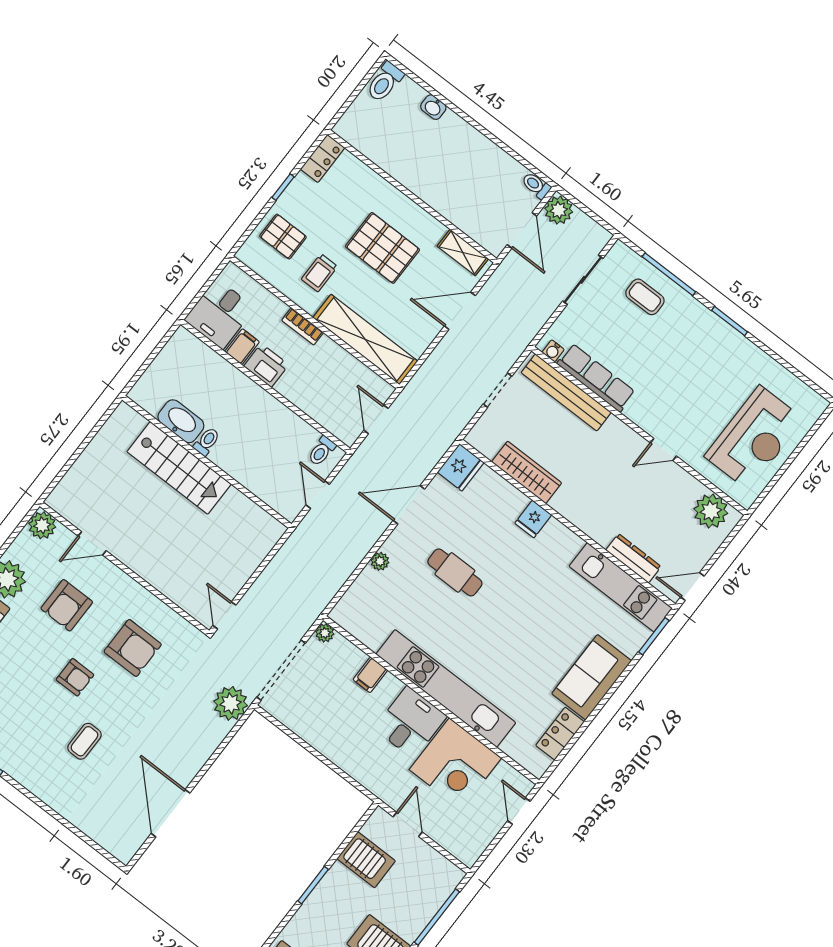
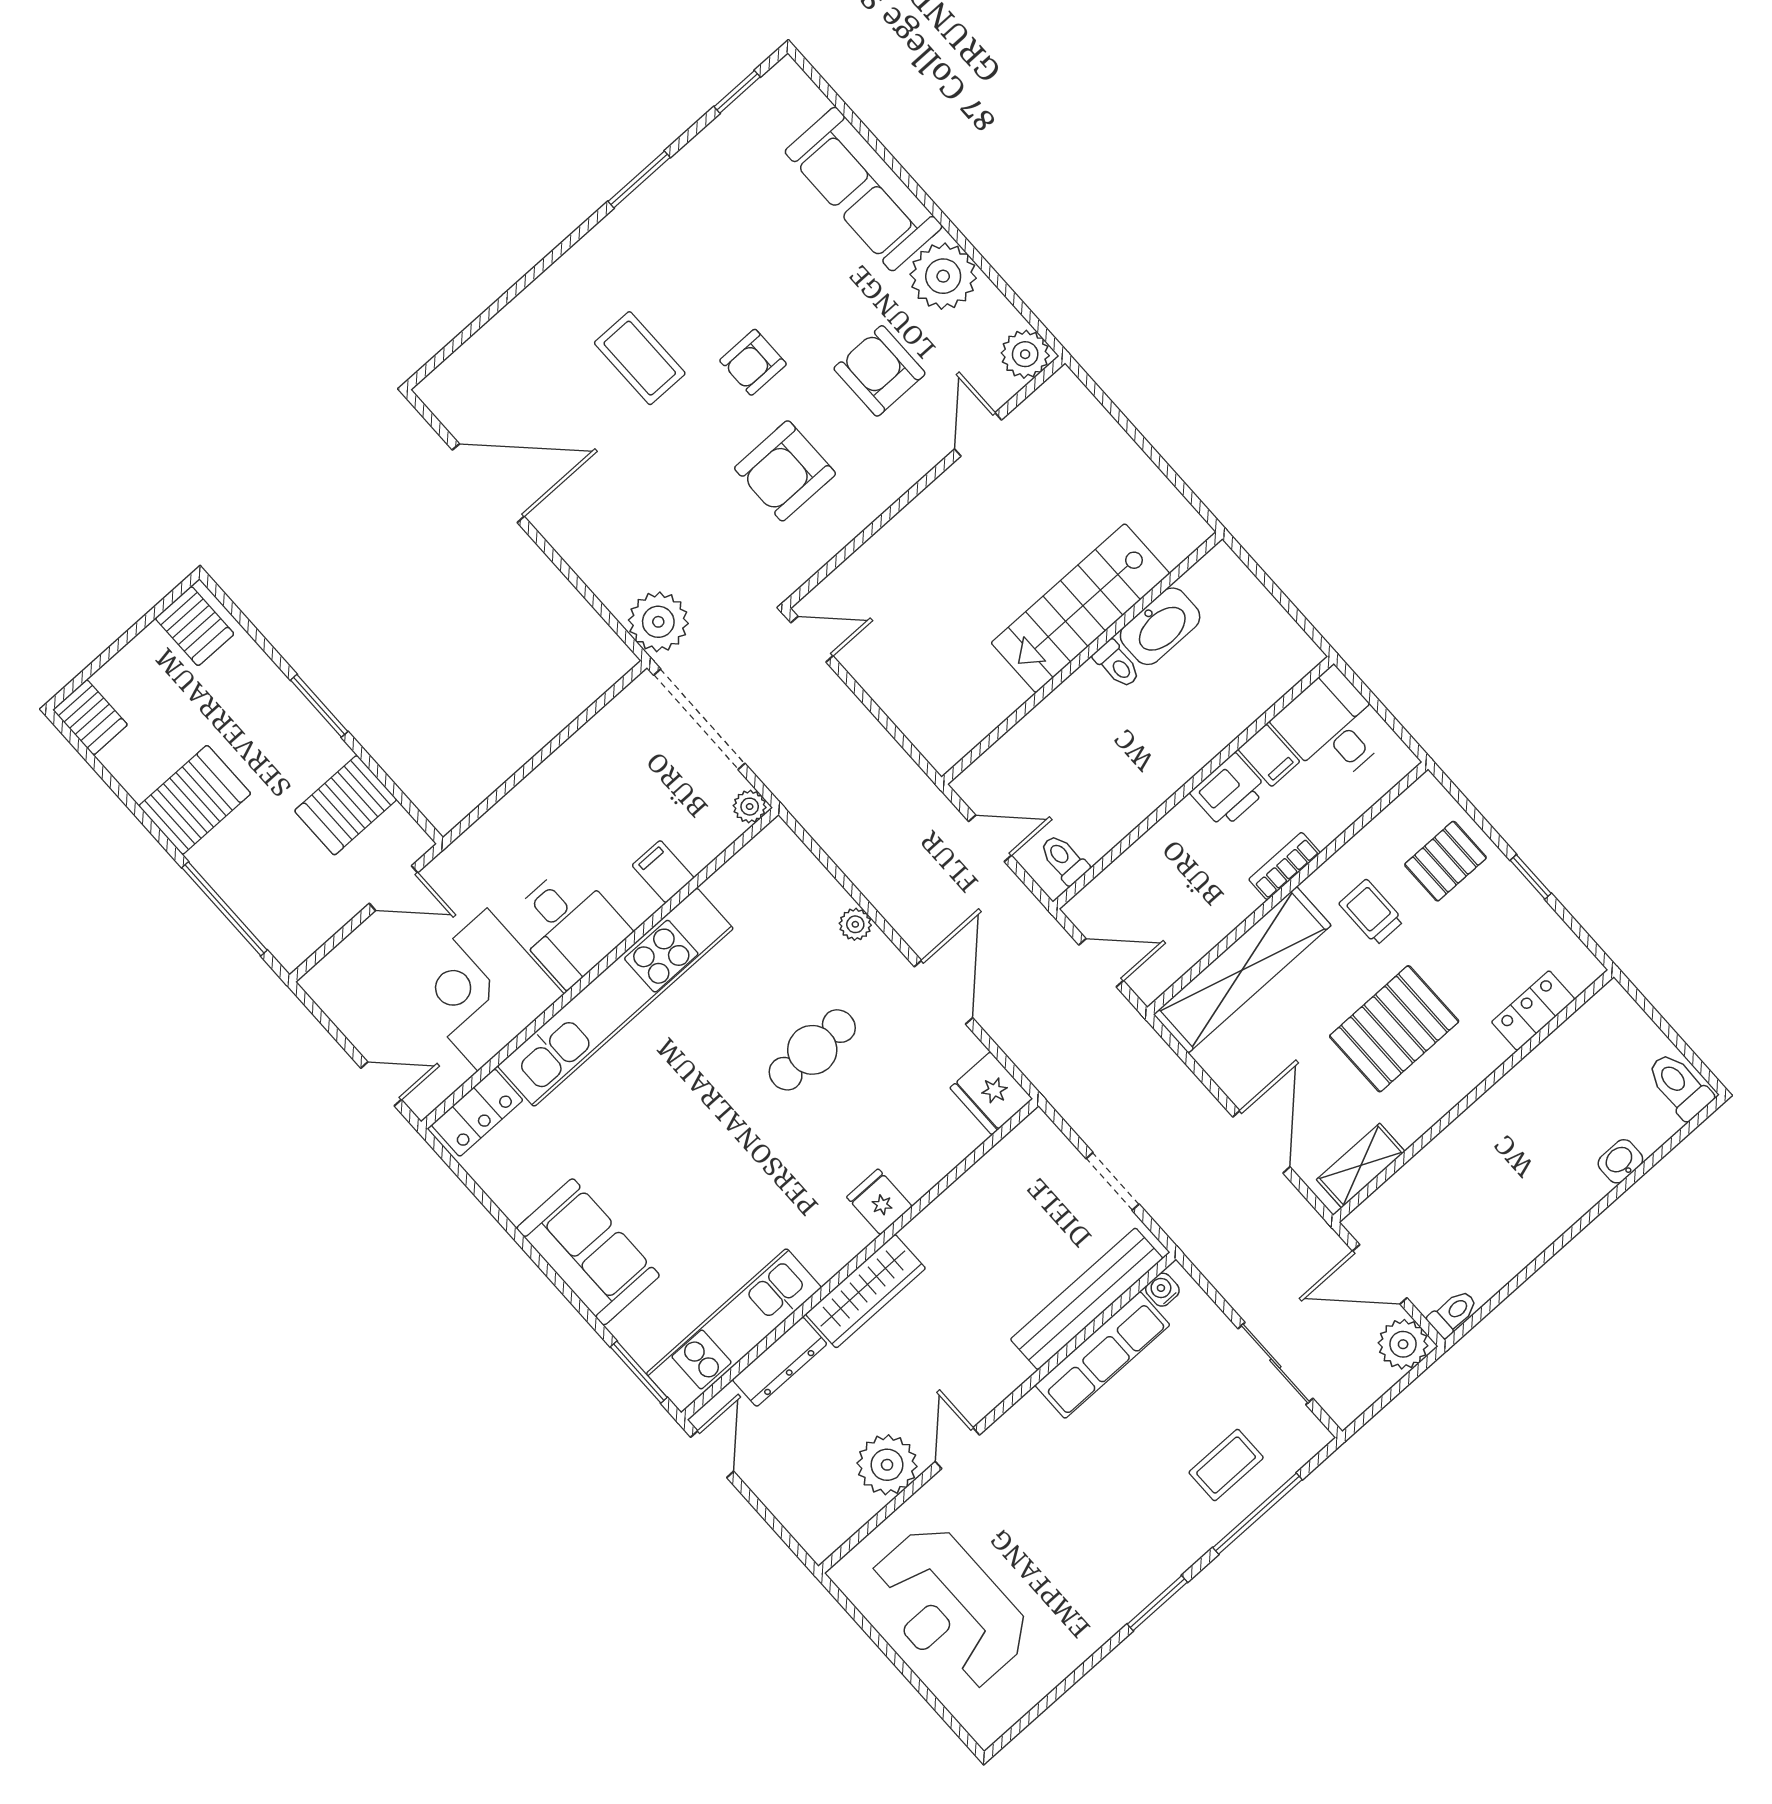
locker: (323, 158) -> (1533, 1011), moved, turned 90
wardrobe: (527, 472) -> (866, 1291), moved
plant: (711, 511) -> (887, 1465), moved
locker: (560, 734) -> (477, 1113), moved, turned 90
coffee table: (84, 741) -> (640, 358), width x1.36, depth x1.30

